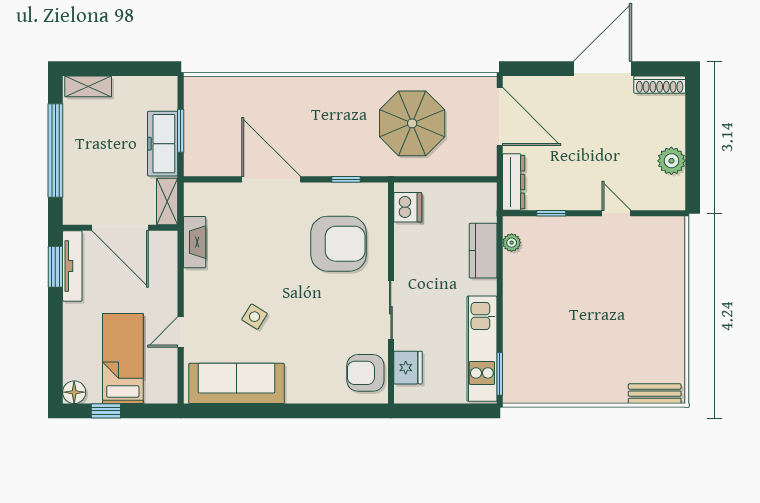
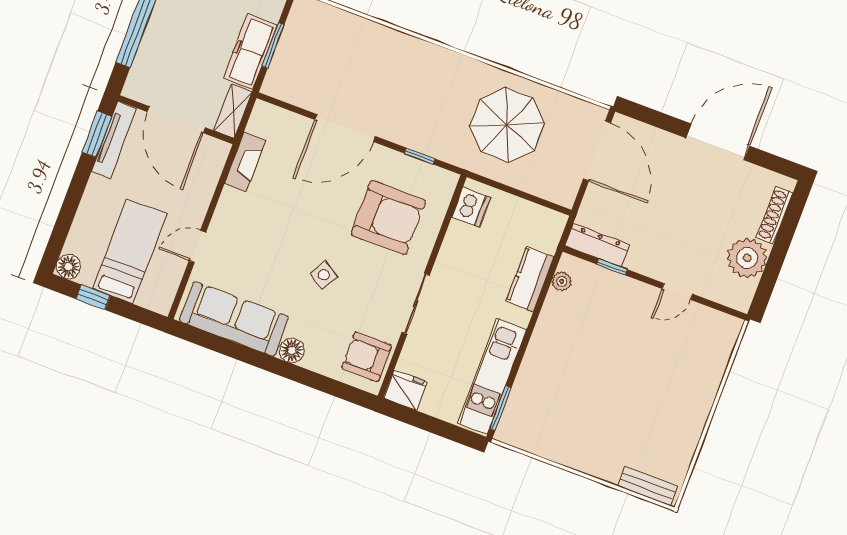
shoe rack: (660, 85) -> (775, 215), moved, turned 90
plant: (671, 161) -> (747, 258), width x1.36, depth x1.36
door: (271, 179) -> (345, 128), swing flipped
dresser: (514, 182) -> (597, 245), moved, turned -90
door: (616, 213) -> (677, 291), swing flipped
side table: (254, 317) -> (324, 275), moved
fridge: (408, 368) -> (405, 390), moved, turned -90
floor lamp: (298, 392) -> (292, 350), added

